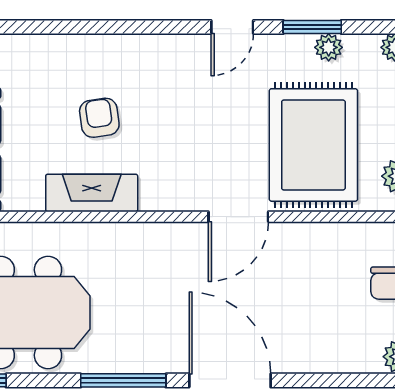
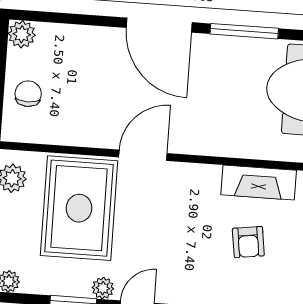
plant: (329, 47) -> (103, 288), moved

